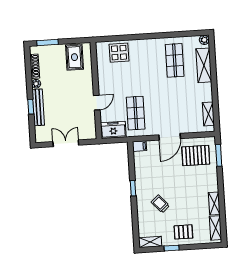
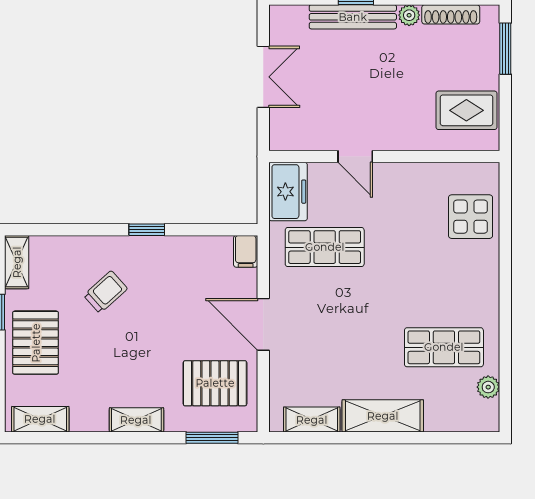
plant: (204, 40) -> (488, 387), moved
shelving: (204, 65) -> (383, 416), moved
pallet: (196, 156) -> (215, 383), turned 90
shelving: (214, 203) -> (136, 420), moved
pallet: (183, 232) -> (36, 343), width x1.50, depth x1.42

